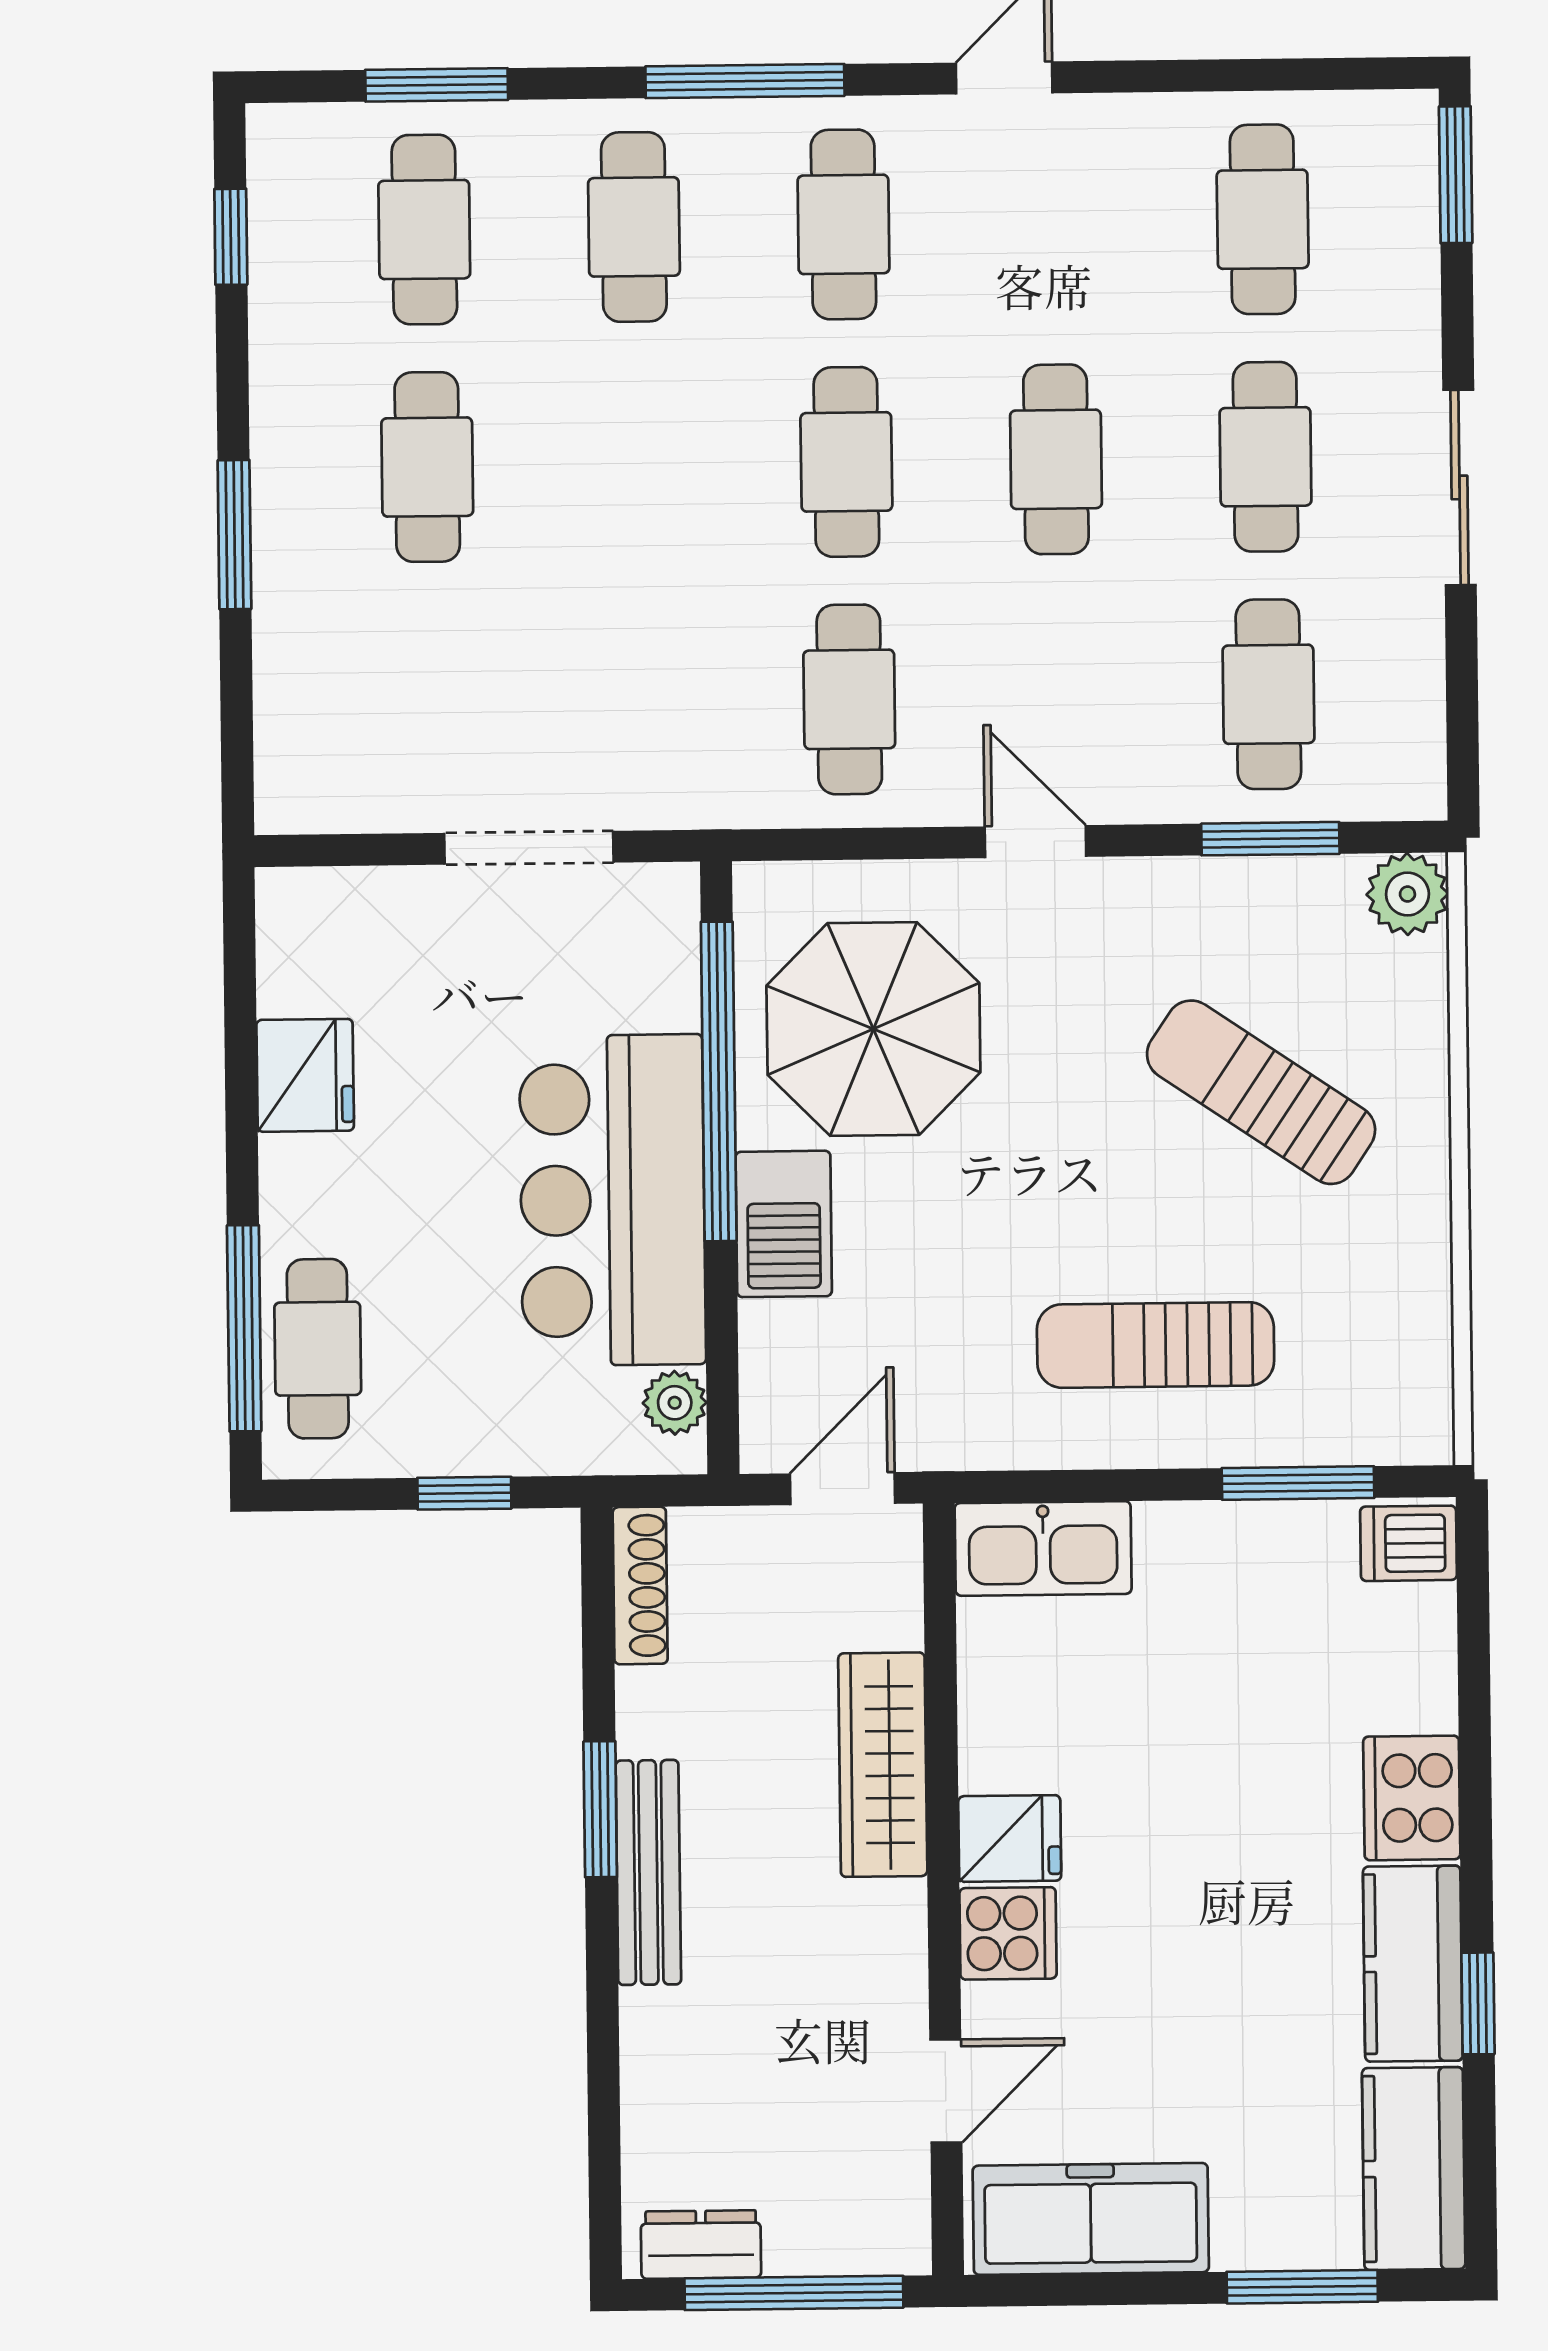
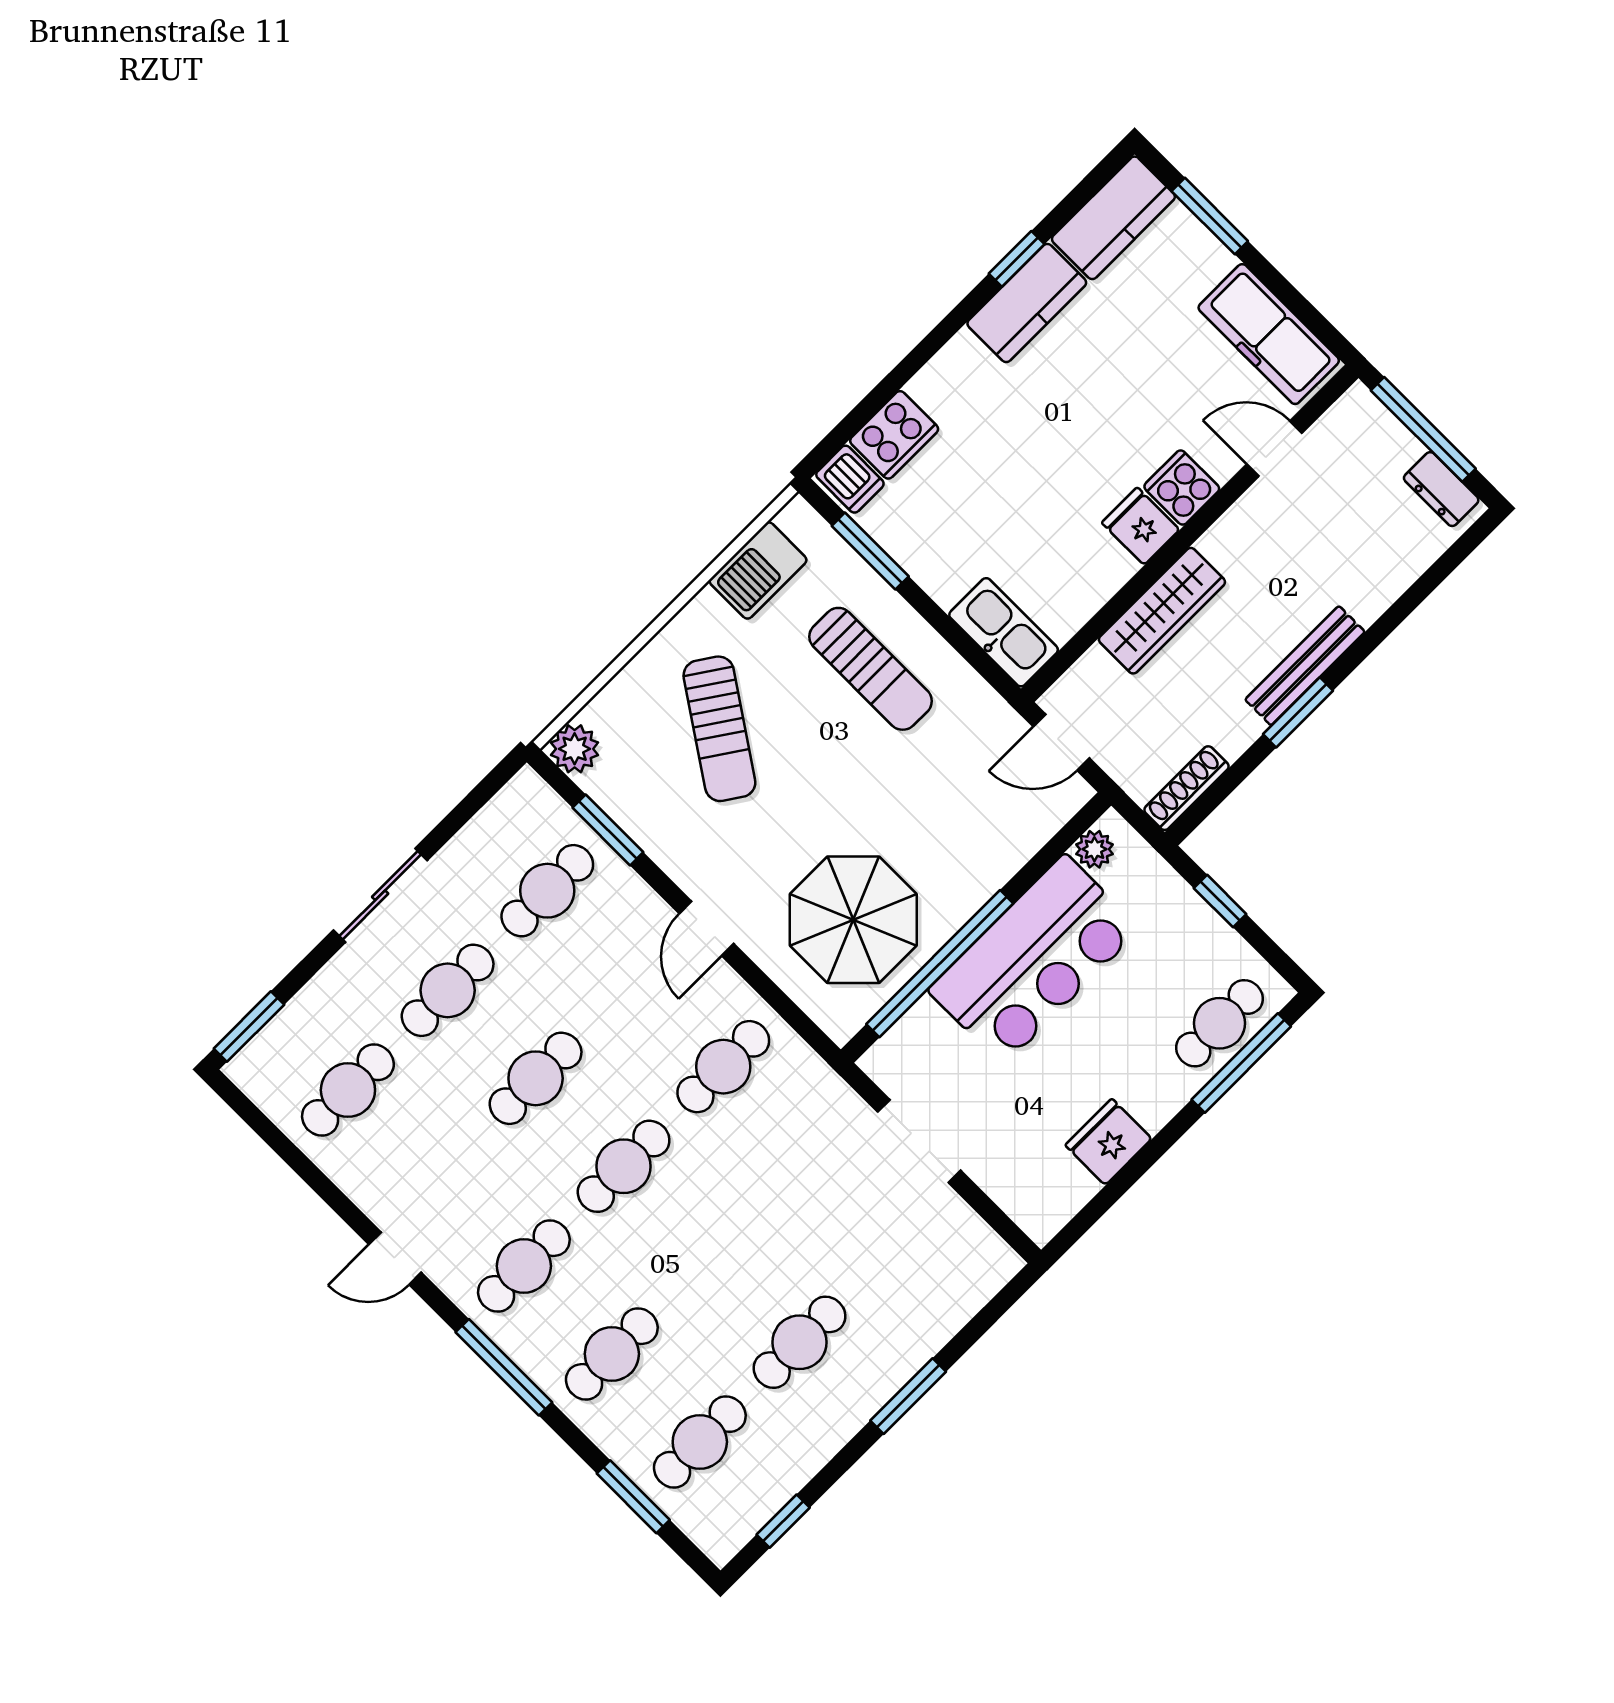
barbecue: (784, 1224) -> (758, 571), moved, turned 180
cooker: (1412, 1798) -> (894, 435), moved

